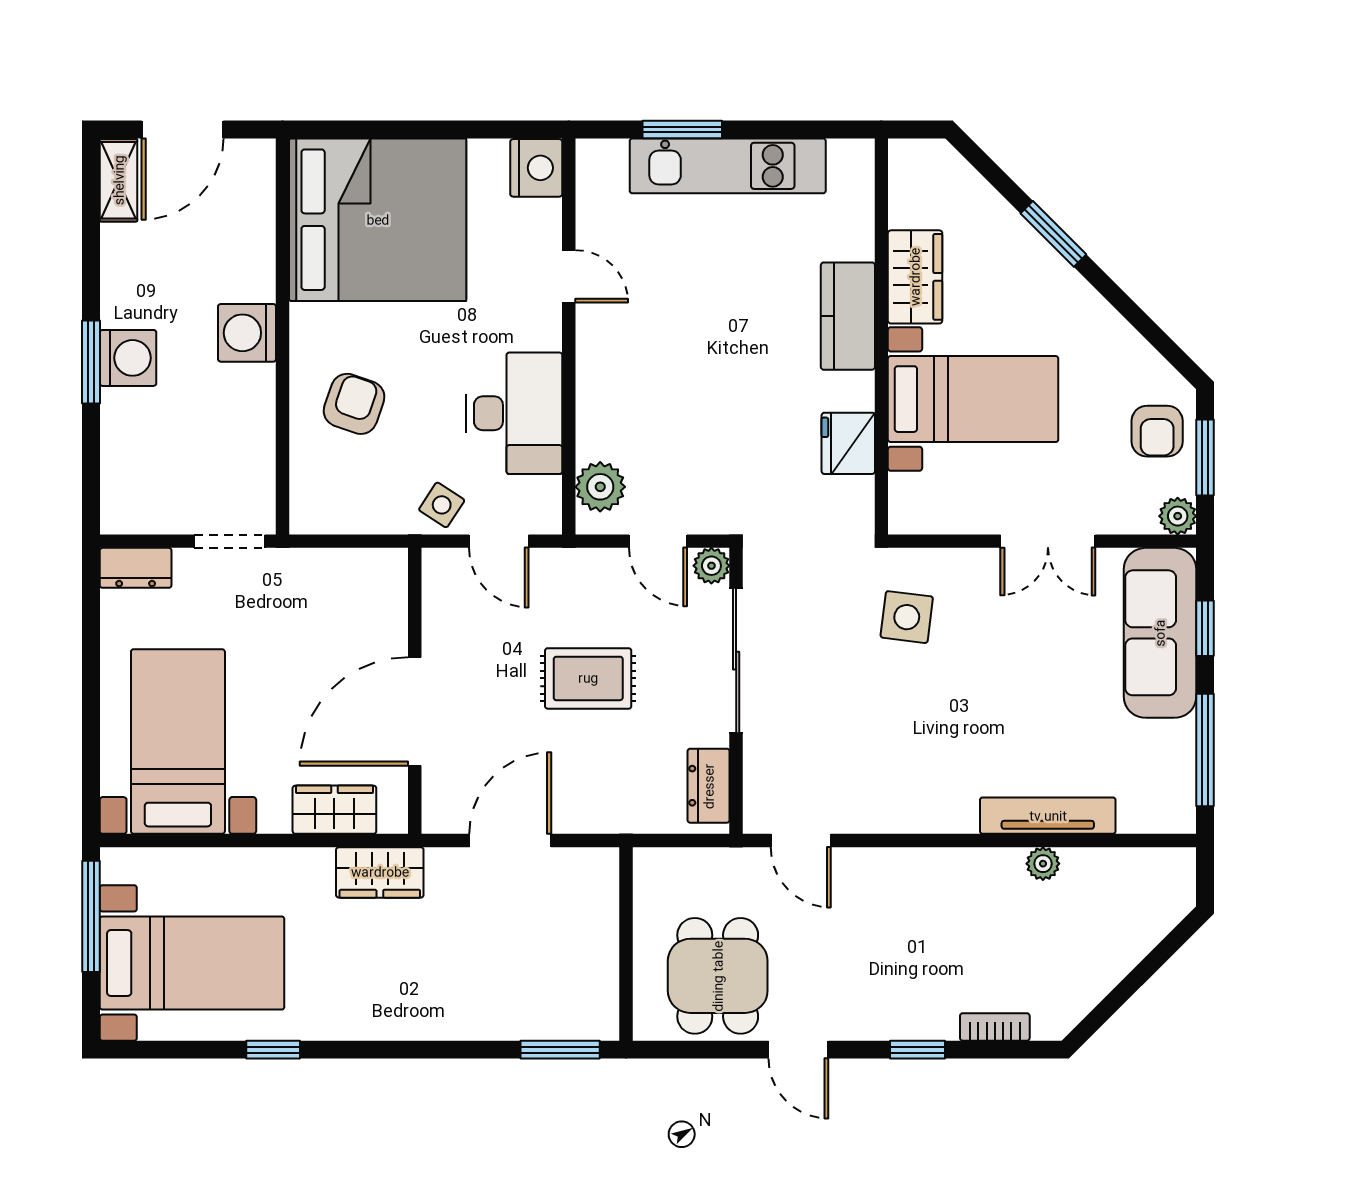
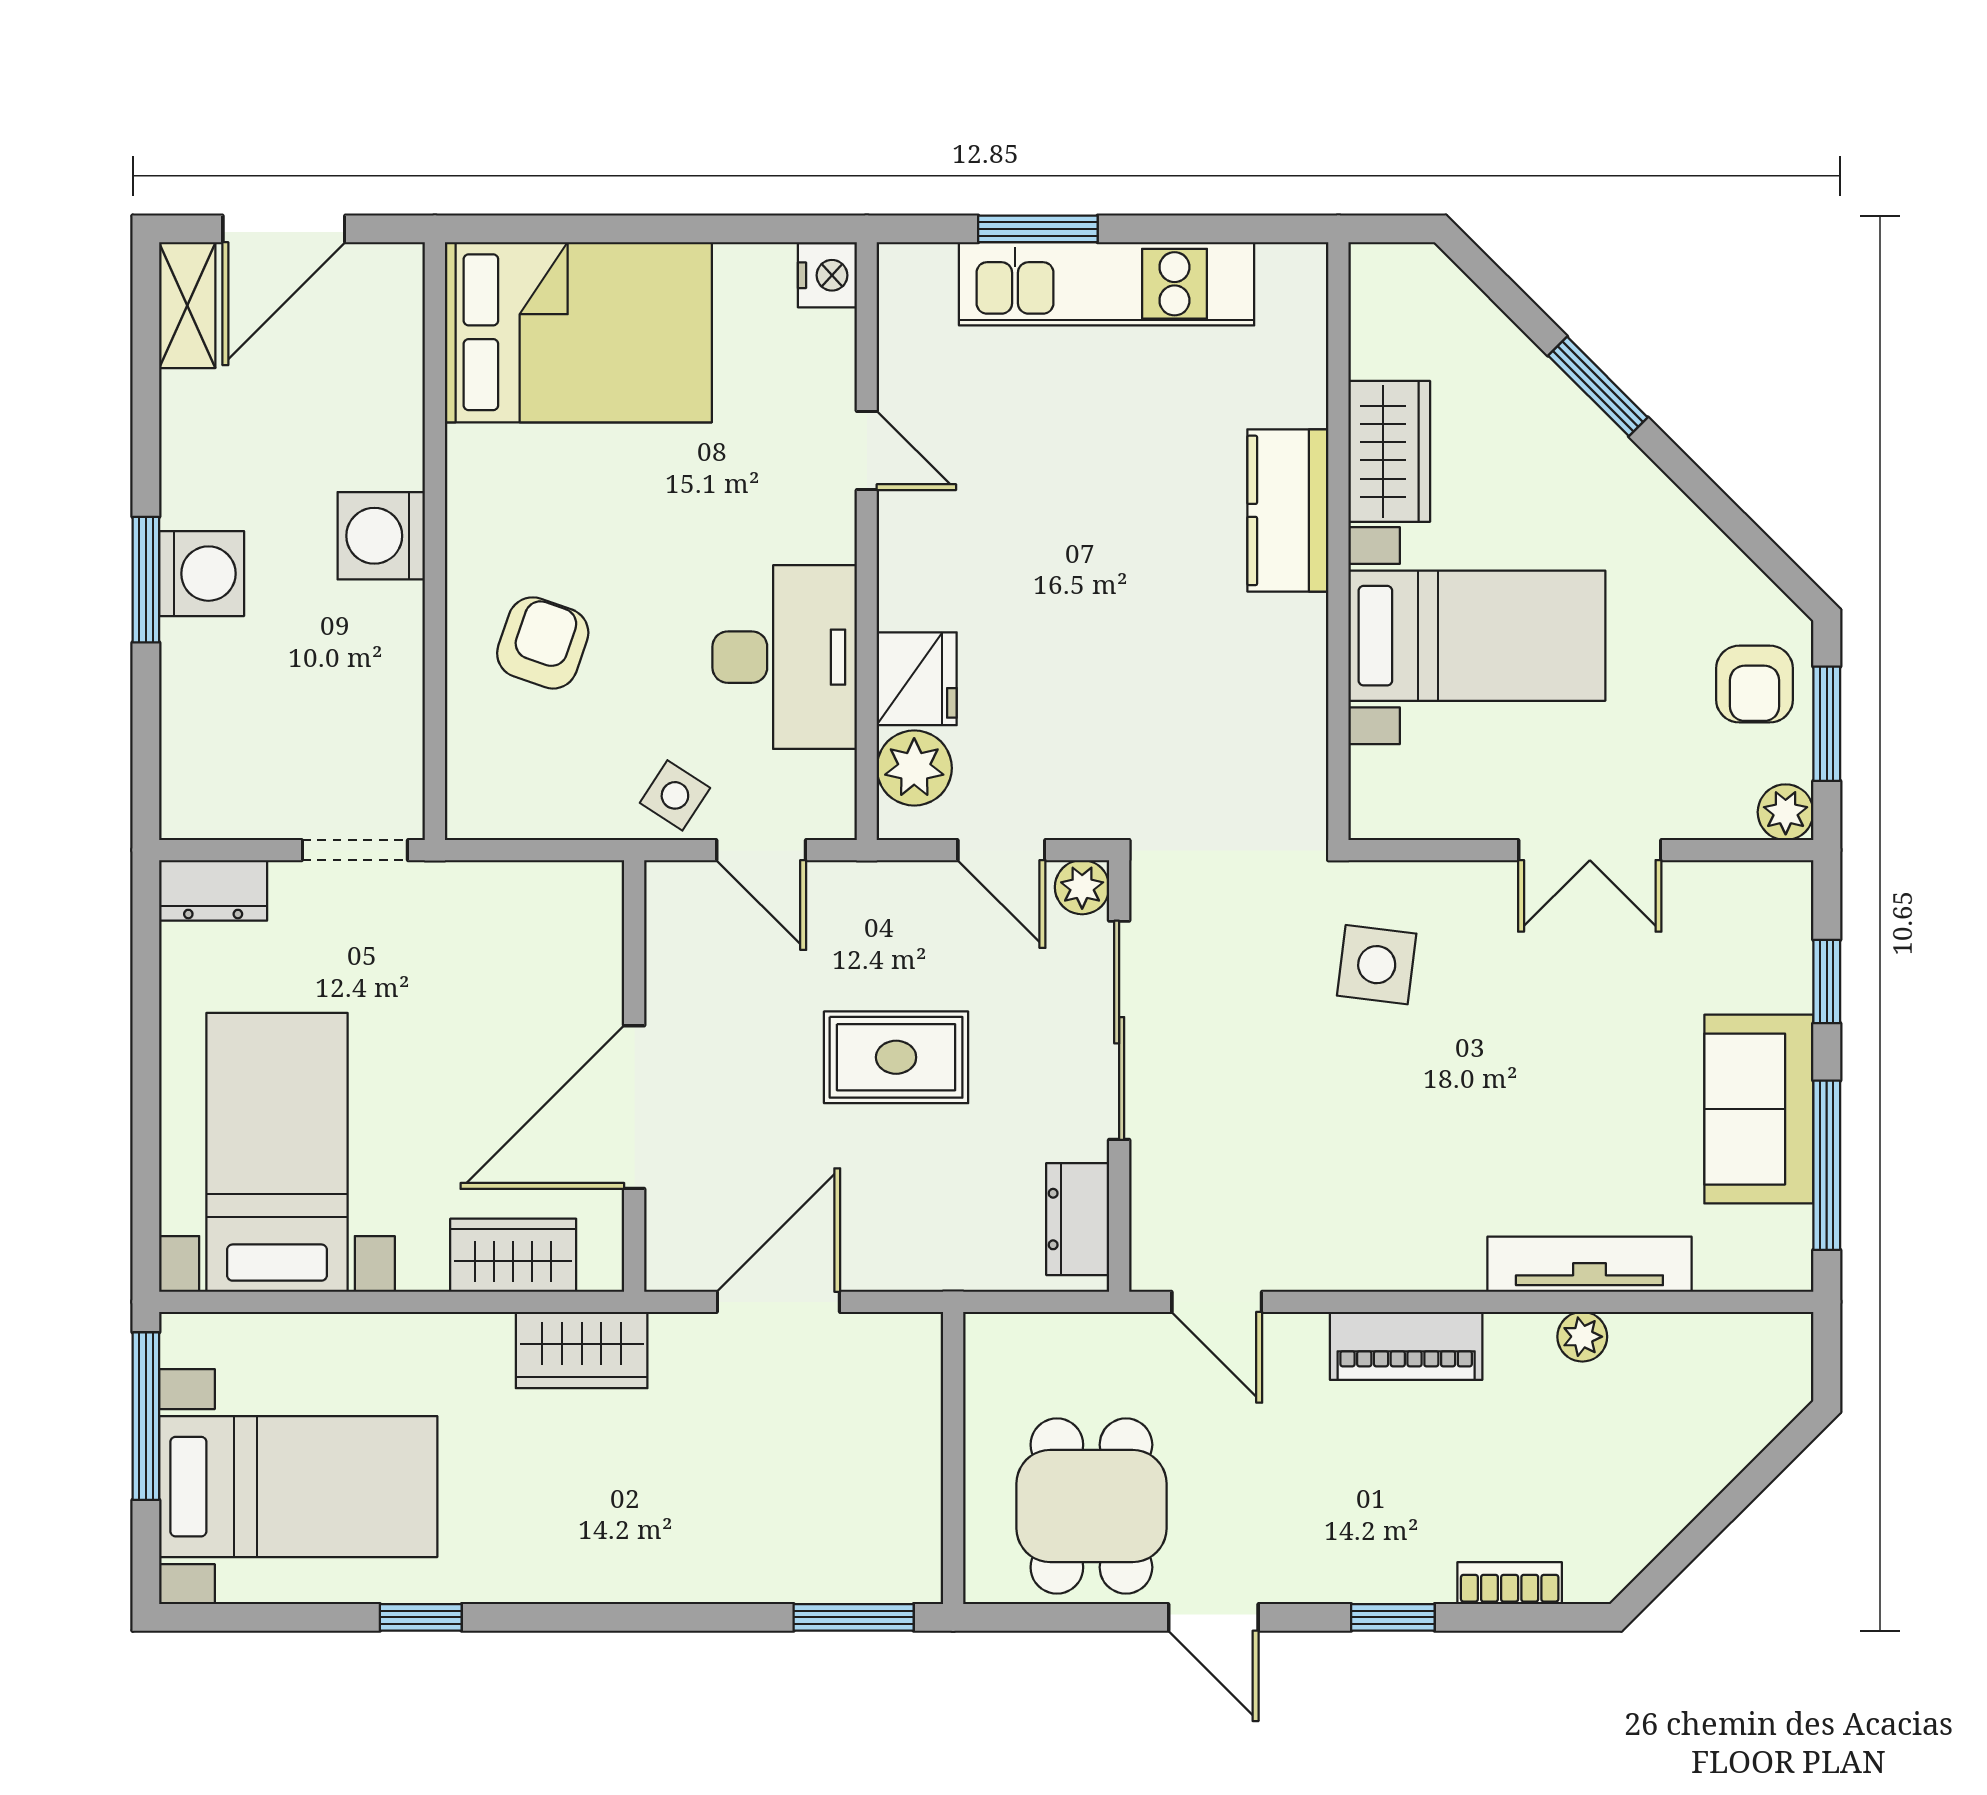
nightstand: (536, 168) -> (827, 275), width x0.74, depth x0.75
bed: (378, 220) -> (578, 332), width x0.73
fridge: (848, 443) -> (917, 679), moved, turned 180
sofa: (1160, 633) -> (1759, 1109), moved, width x0.73
piano: (926, 870) -> (1406, 1346), added

